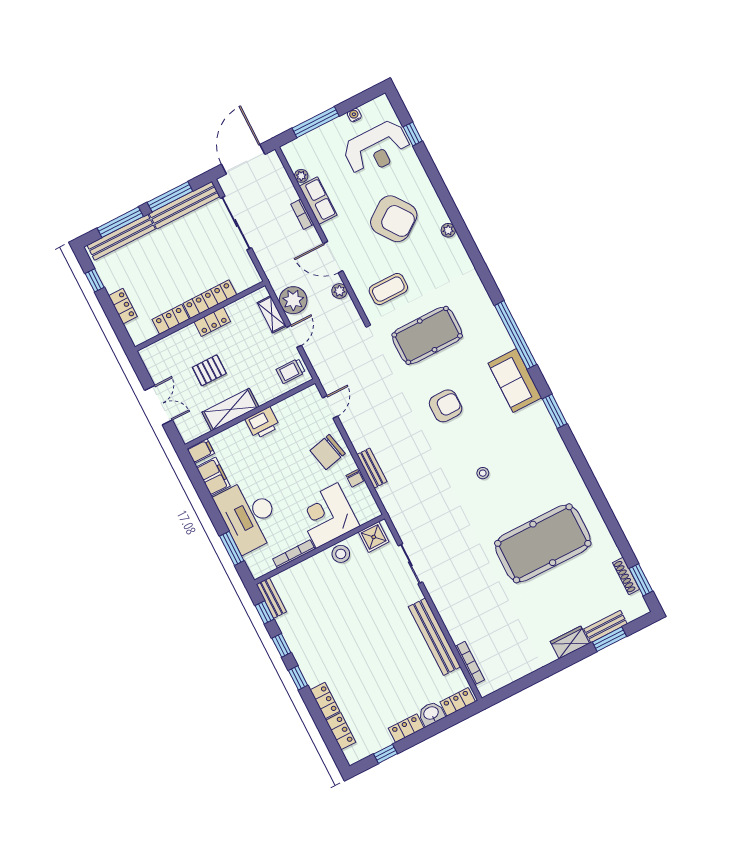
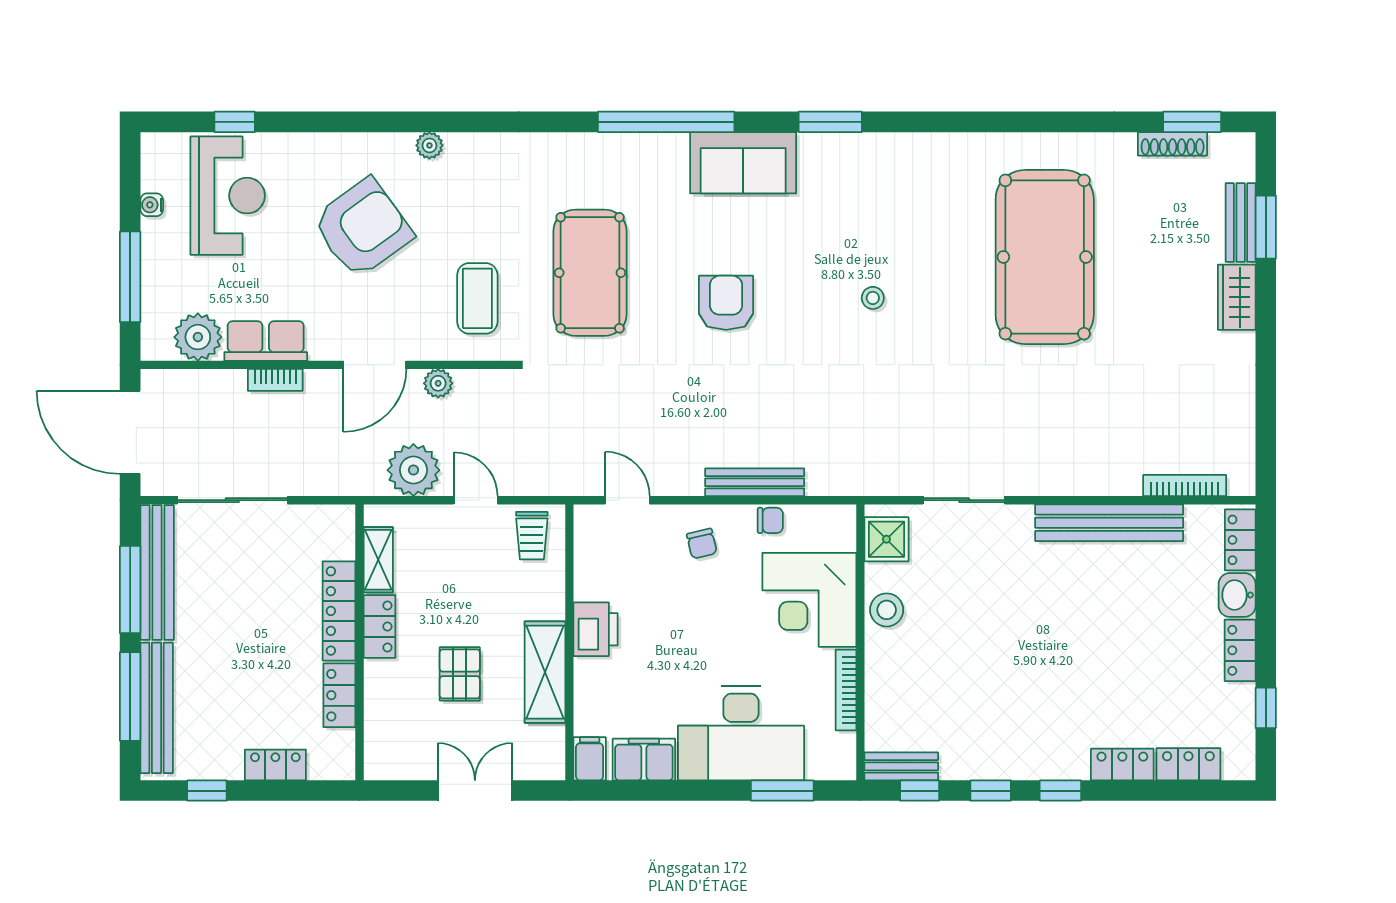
plant: (301, 176) -> (198, 337), width x1.87, depth x1.87
shelving: (272, 314) -> (378, 560), moved, turned 90
chair: (328, 452) -> (702, 544), width x0.54, depth x0.54
bench: (372, 468) -> (755, 482), width x1.36

